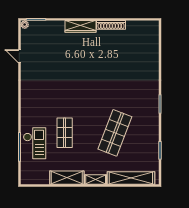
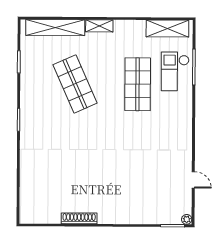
wardrobe: (81, 26) -> (117, 217), removed
shop shelf: (65, 133) -> (138, 84), width x1.43, depth x1.36
shop shelf: (115, 133) -> (75, 84), turned -45
shelving: (67, 178) -> (167, 29), moved

